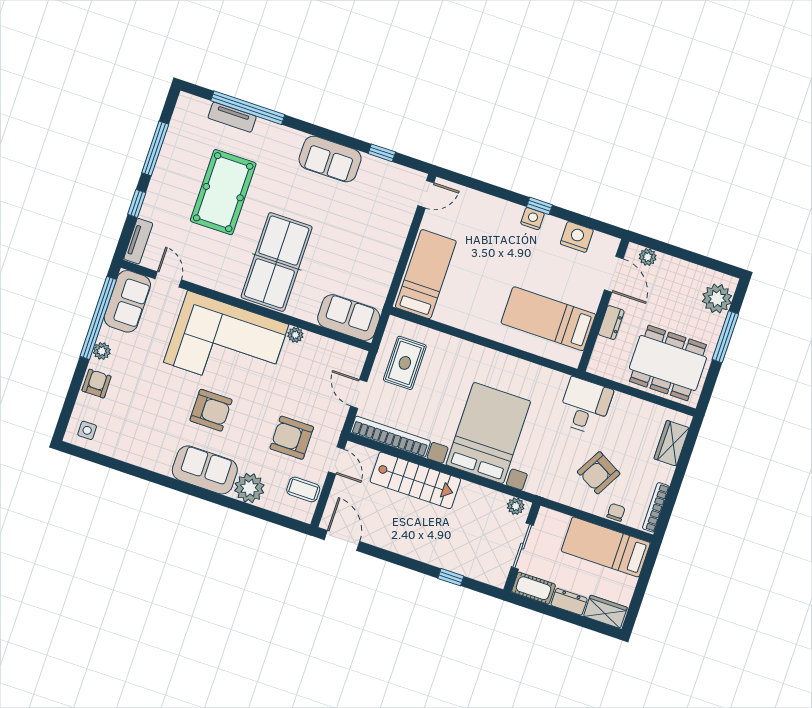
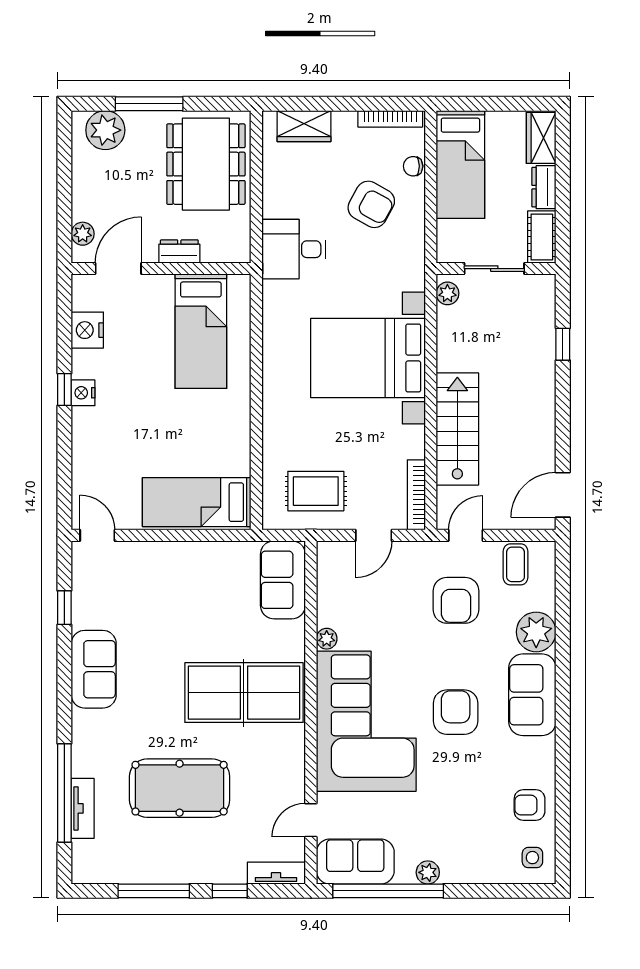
armchair: (97, 384) -> (530, 805), moved
bookcase: (390, 437) -> (416, 495), width x0.68, depth x0.76

